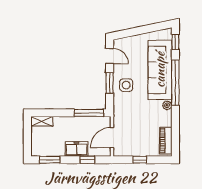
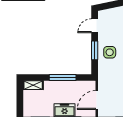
door: (110, 56) -> (95, 26), swing flipped
window: (89, 113) -> (63, 77), moved

